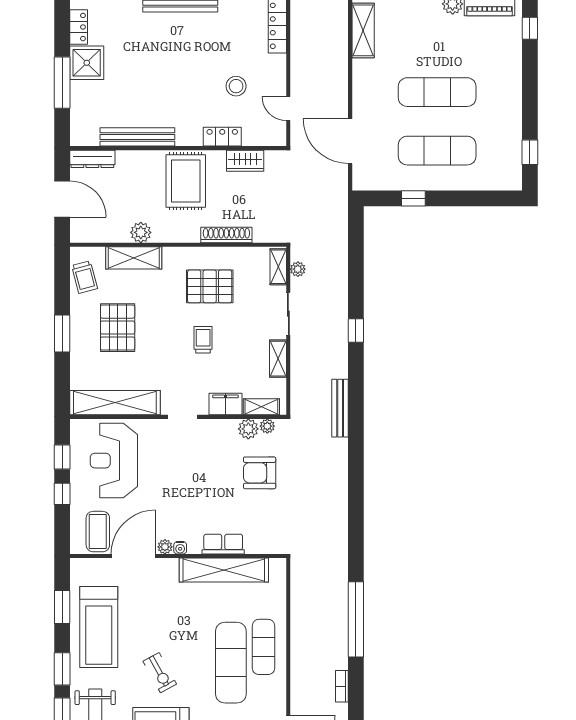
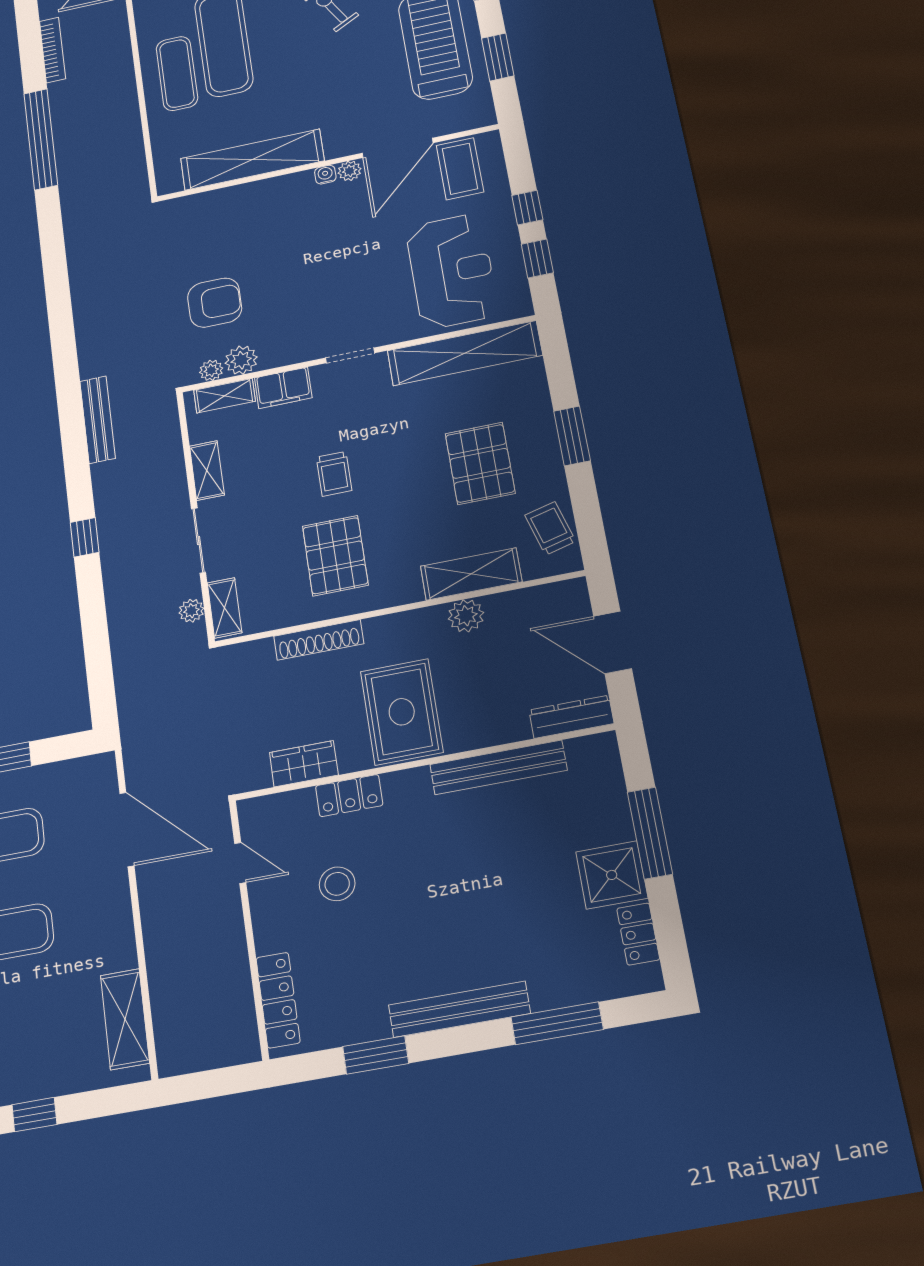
pallet: (210, 286) -> (335, 556), turned 90
row of seats: (223, 544) -> (258, 194), removed
bookcase: (342, 686) -> (52, 50), width x1.56

